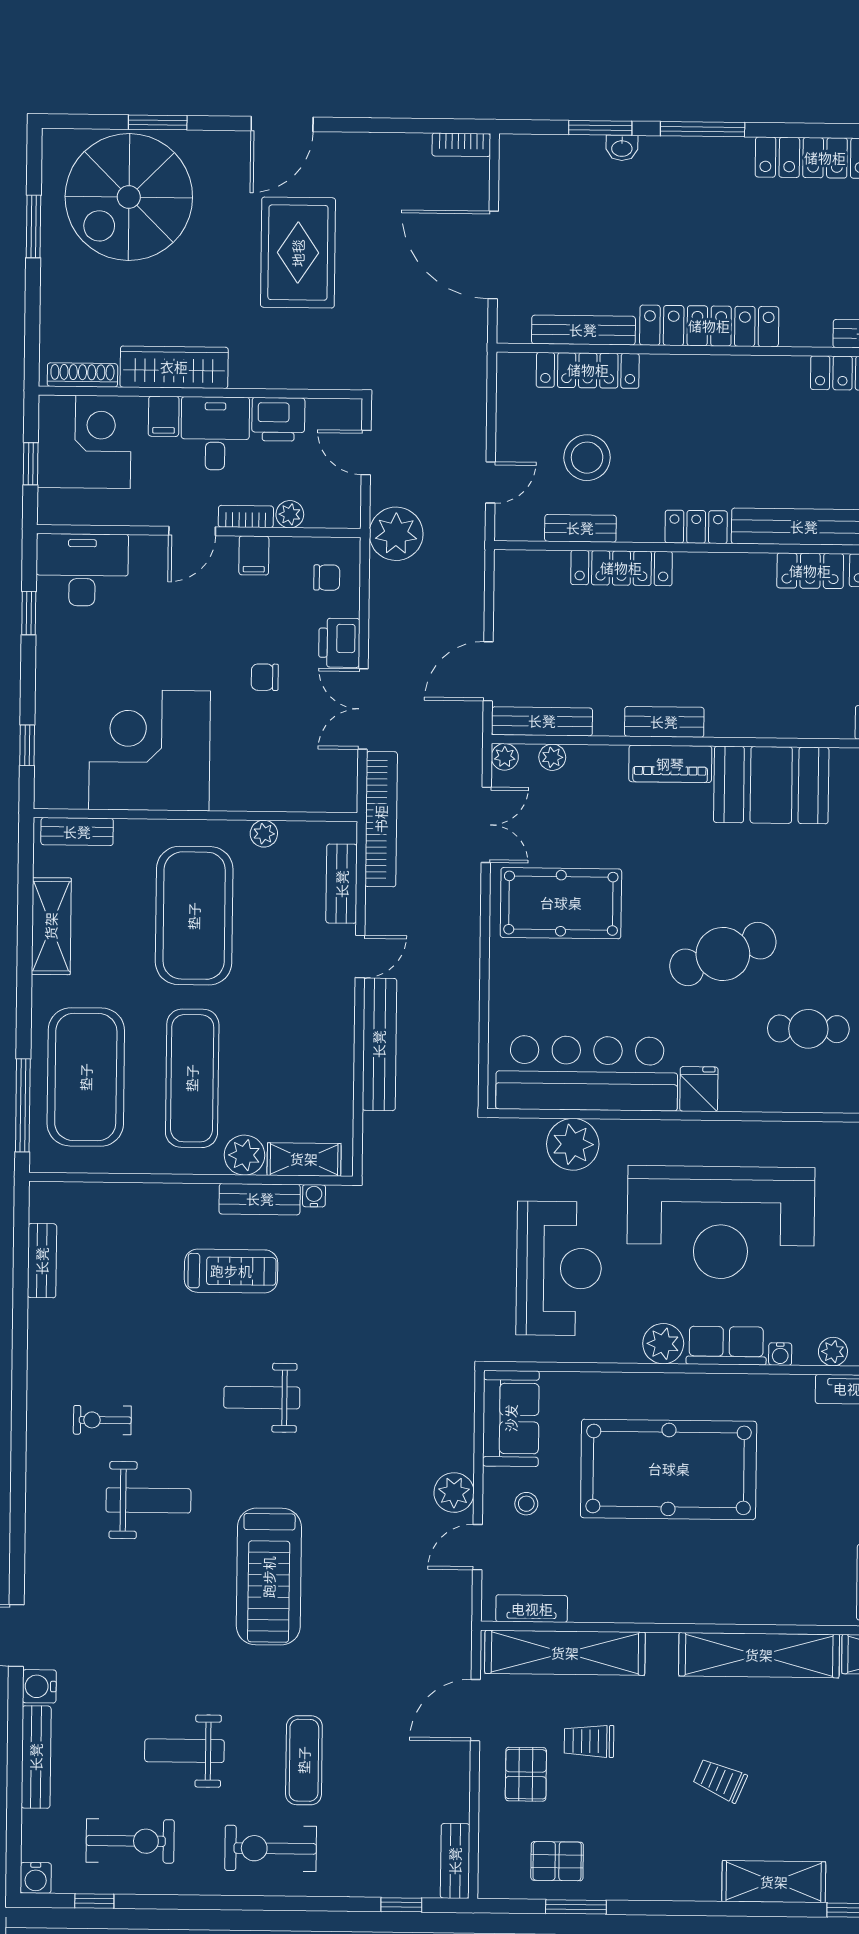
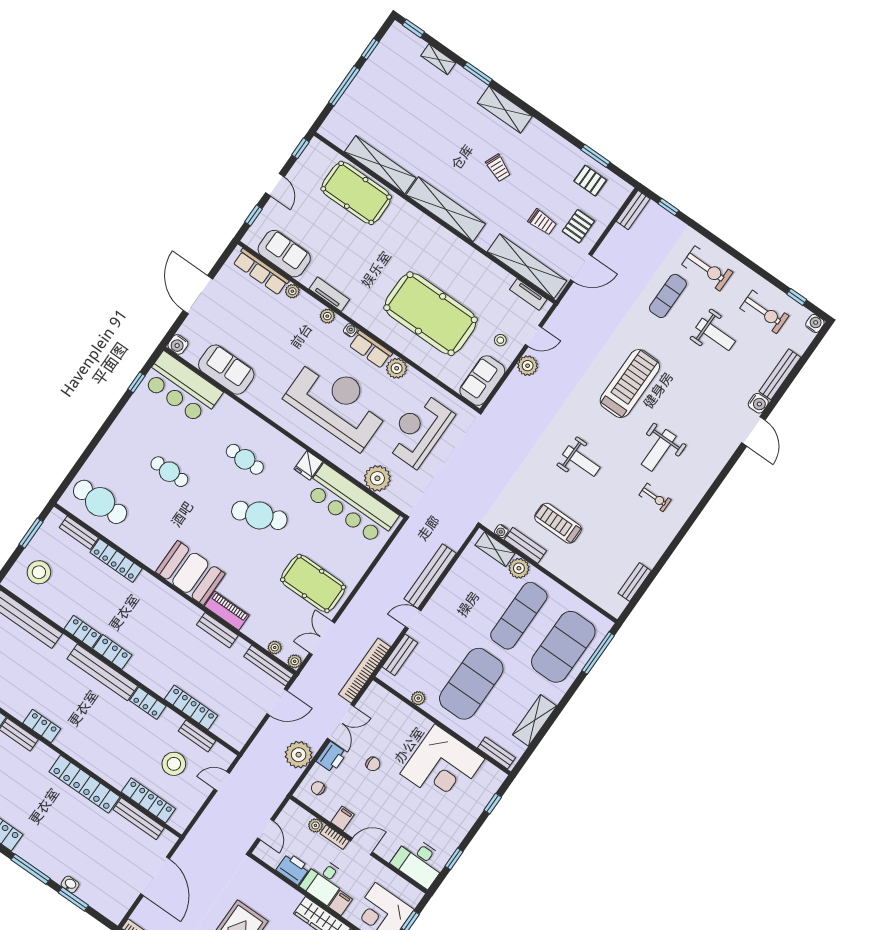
plant: (396, 534) -> (299, 755), moved
weight bench: (148, 1500) -> (659, 450), turned -90
exercise bike: (130, 1841) -> (764, 312), turned 180

